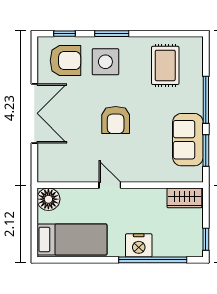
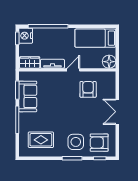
rug: (165, 65) -> (41, 140), turned 90
double door: (34, 113) -> (117, 112), width x0.73
armchair: (116, 120) -> (88, 89), moved
door: (110, 185) -> (73, 70), swing flipped
tv unit: (145, 196) -> (52, 64), added
nightstand: (139, 245) -> (26, 36), moved, turned -90

